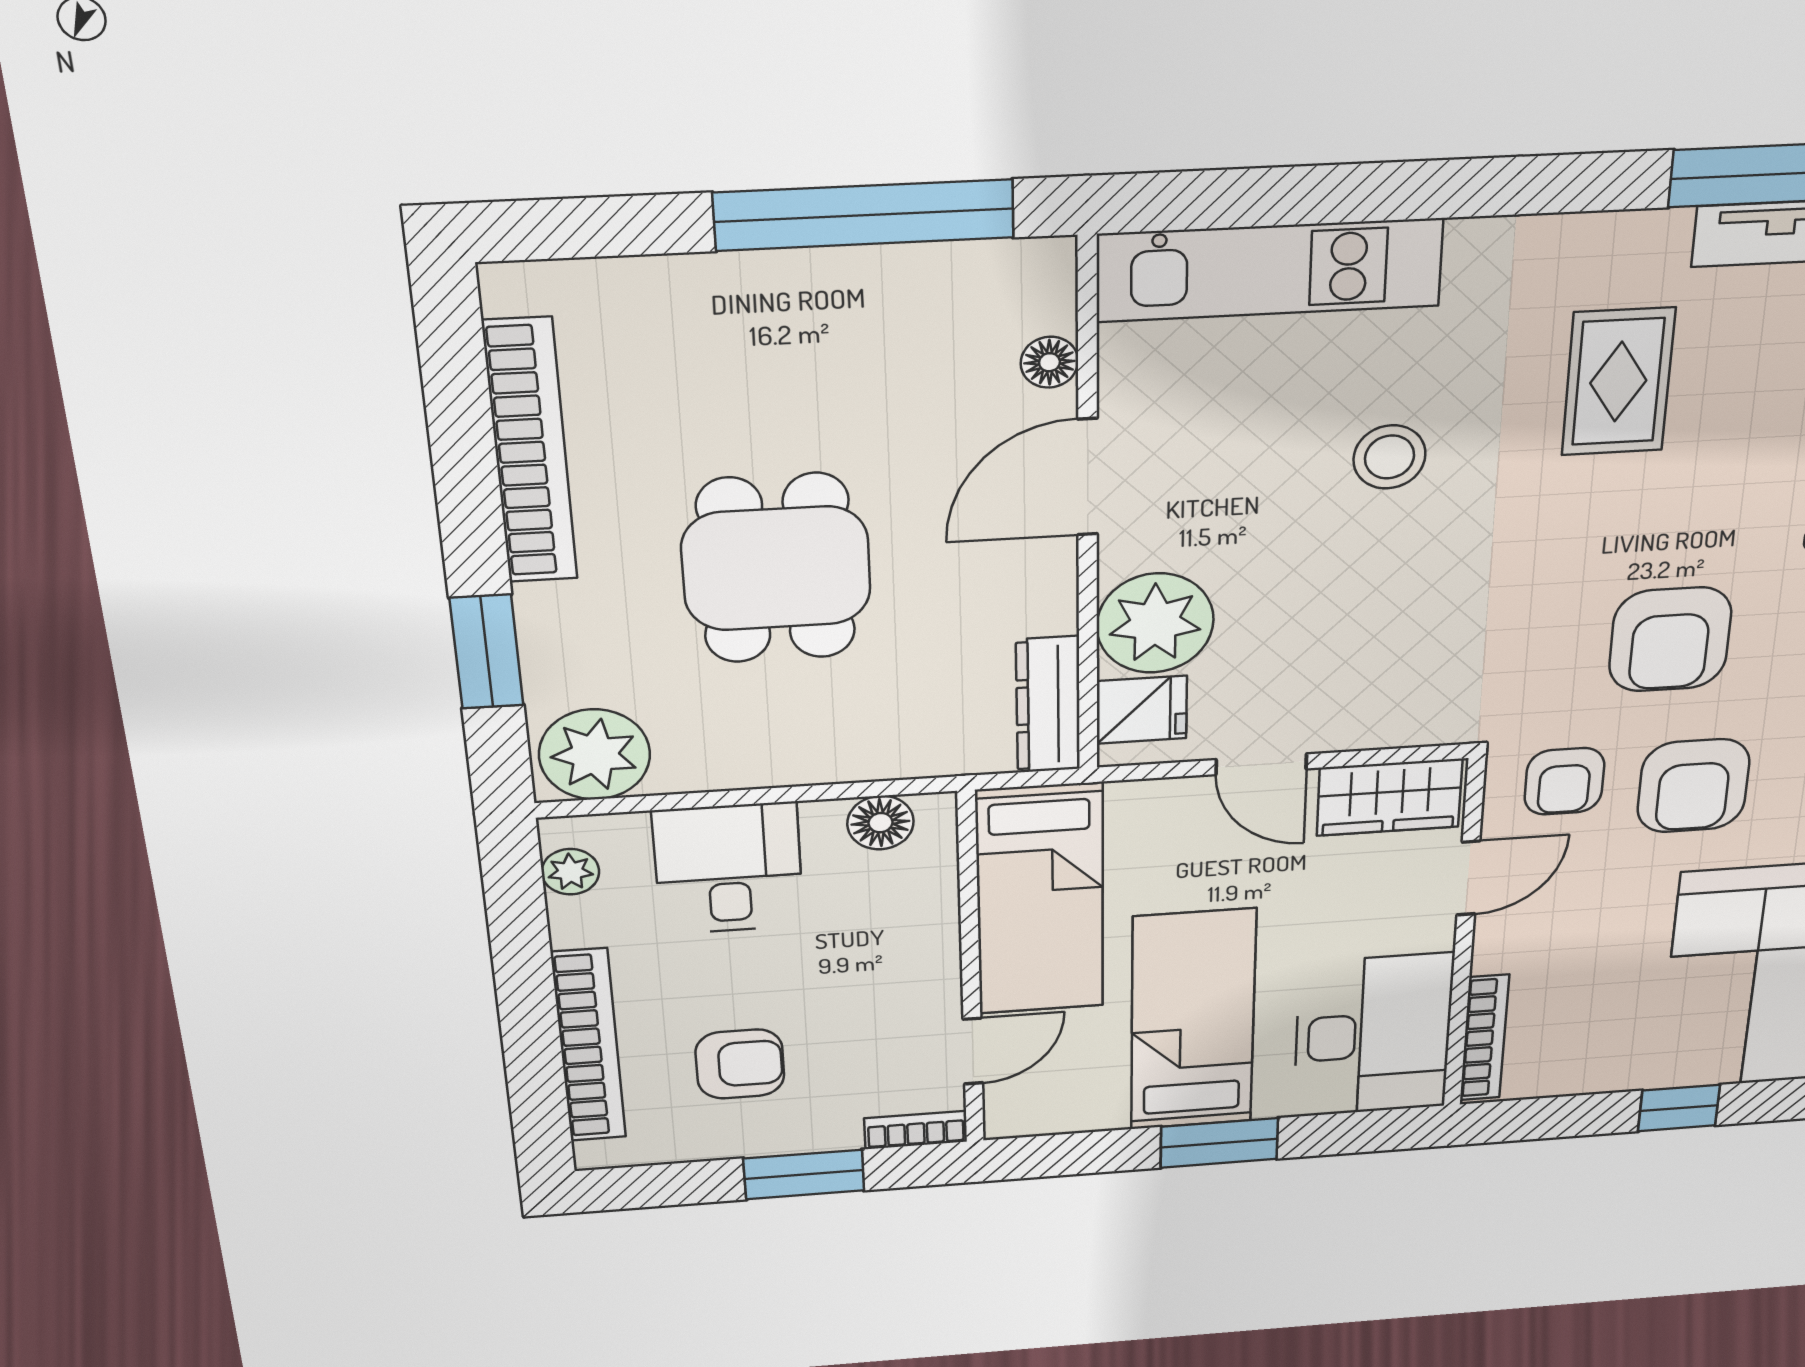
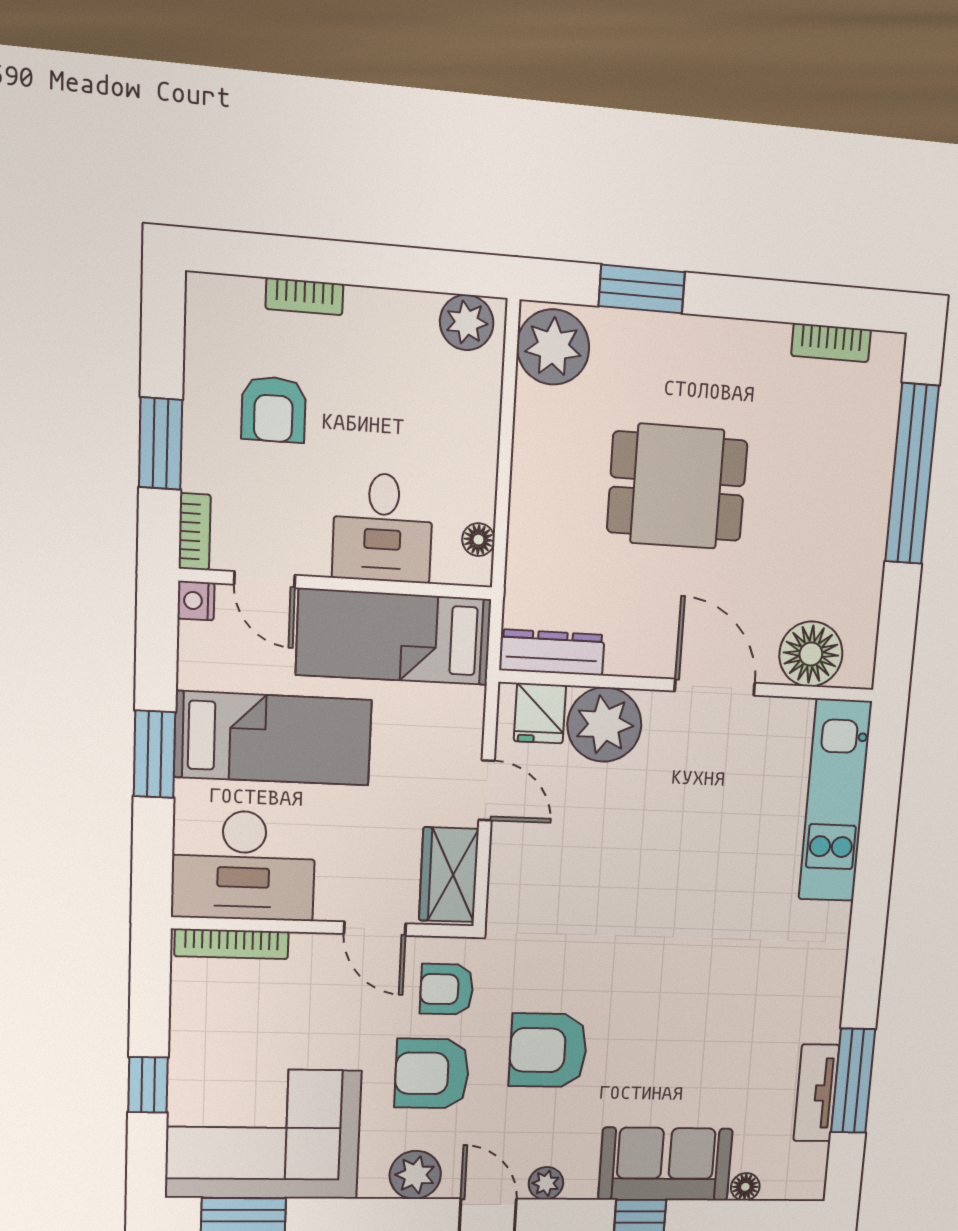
window: (864, 215) -> (912, 474), moved
floor lamp: (1049, 362) -> (811, 654), width x1.89, depth x1.89
rug: (1618, 382) -> (734, 1007), removed
bookcase: (530, 452) -> (831, 343), width x0.43, depth x0.76
stool: (1389, 457) -> (703, 872), removed
door: (1261, 764) -> (487, 790), swing flipped
floor lamp: (880, 823) -> (478, 540), width x0.73, depth x0.73
desk: (728, 869) -> (383, 528), moved, turned 90
plant: (570, 872) -> (467, 322), width x1.38, depth x1.38
bookcase: (589, 1046) -> (304, 296), width x0.43, depth x0.76
nightstand: (1008, 1120) -> (196, 601), added

